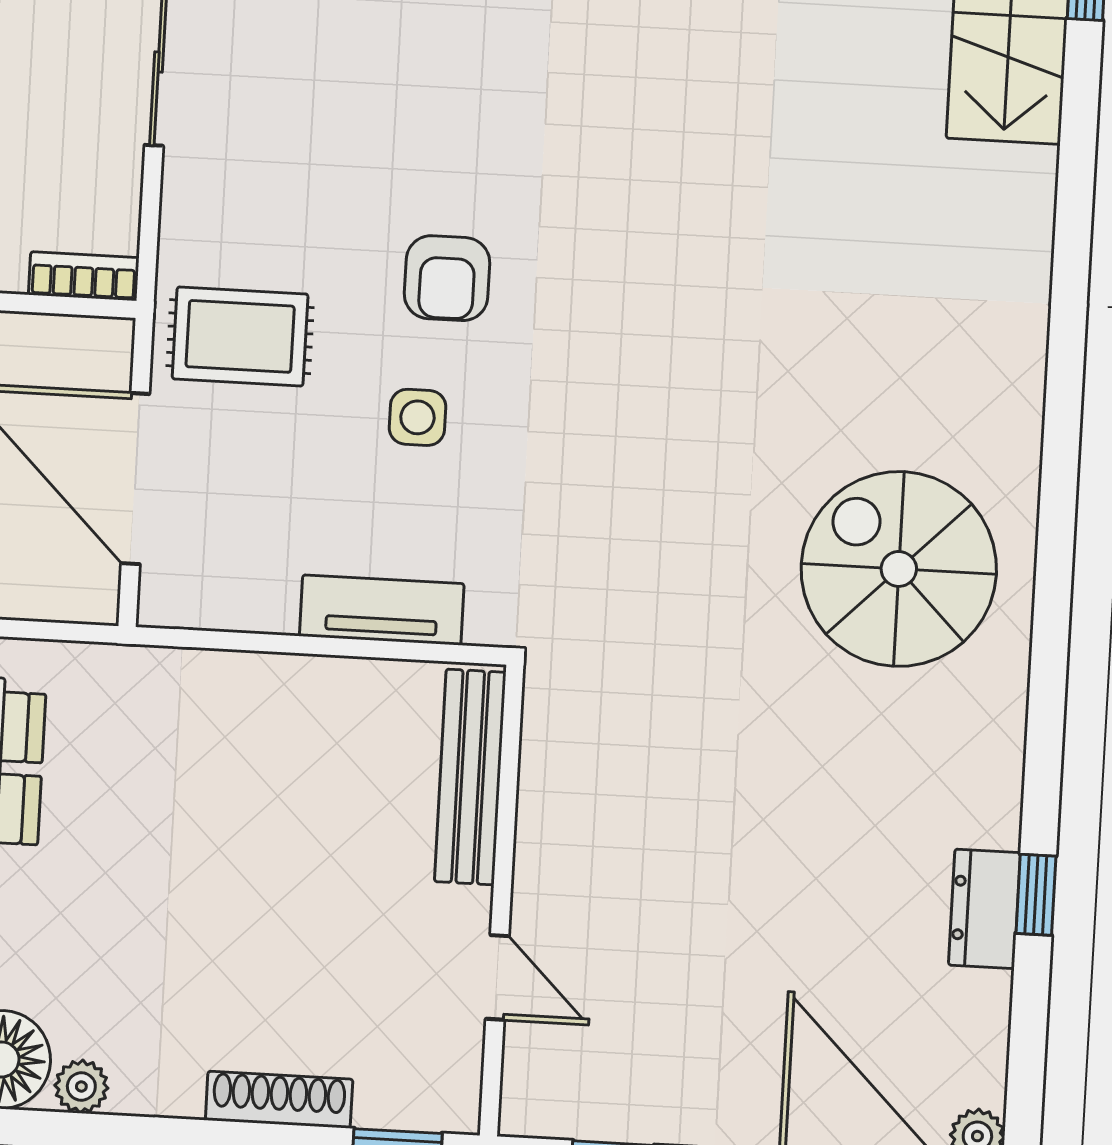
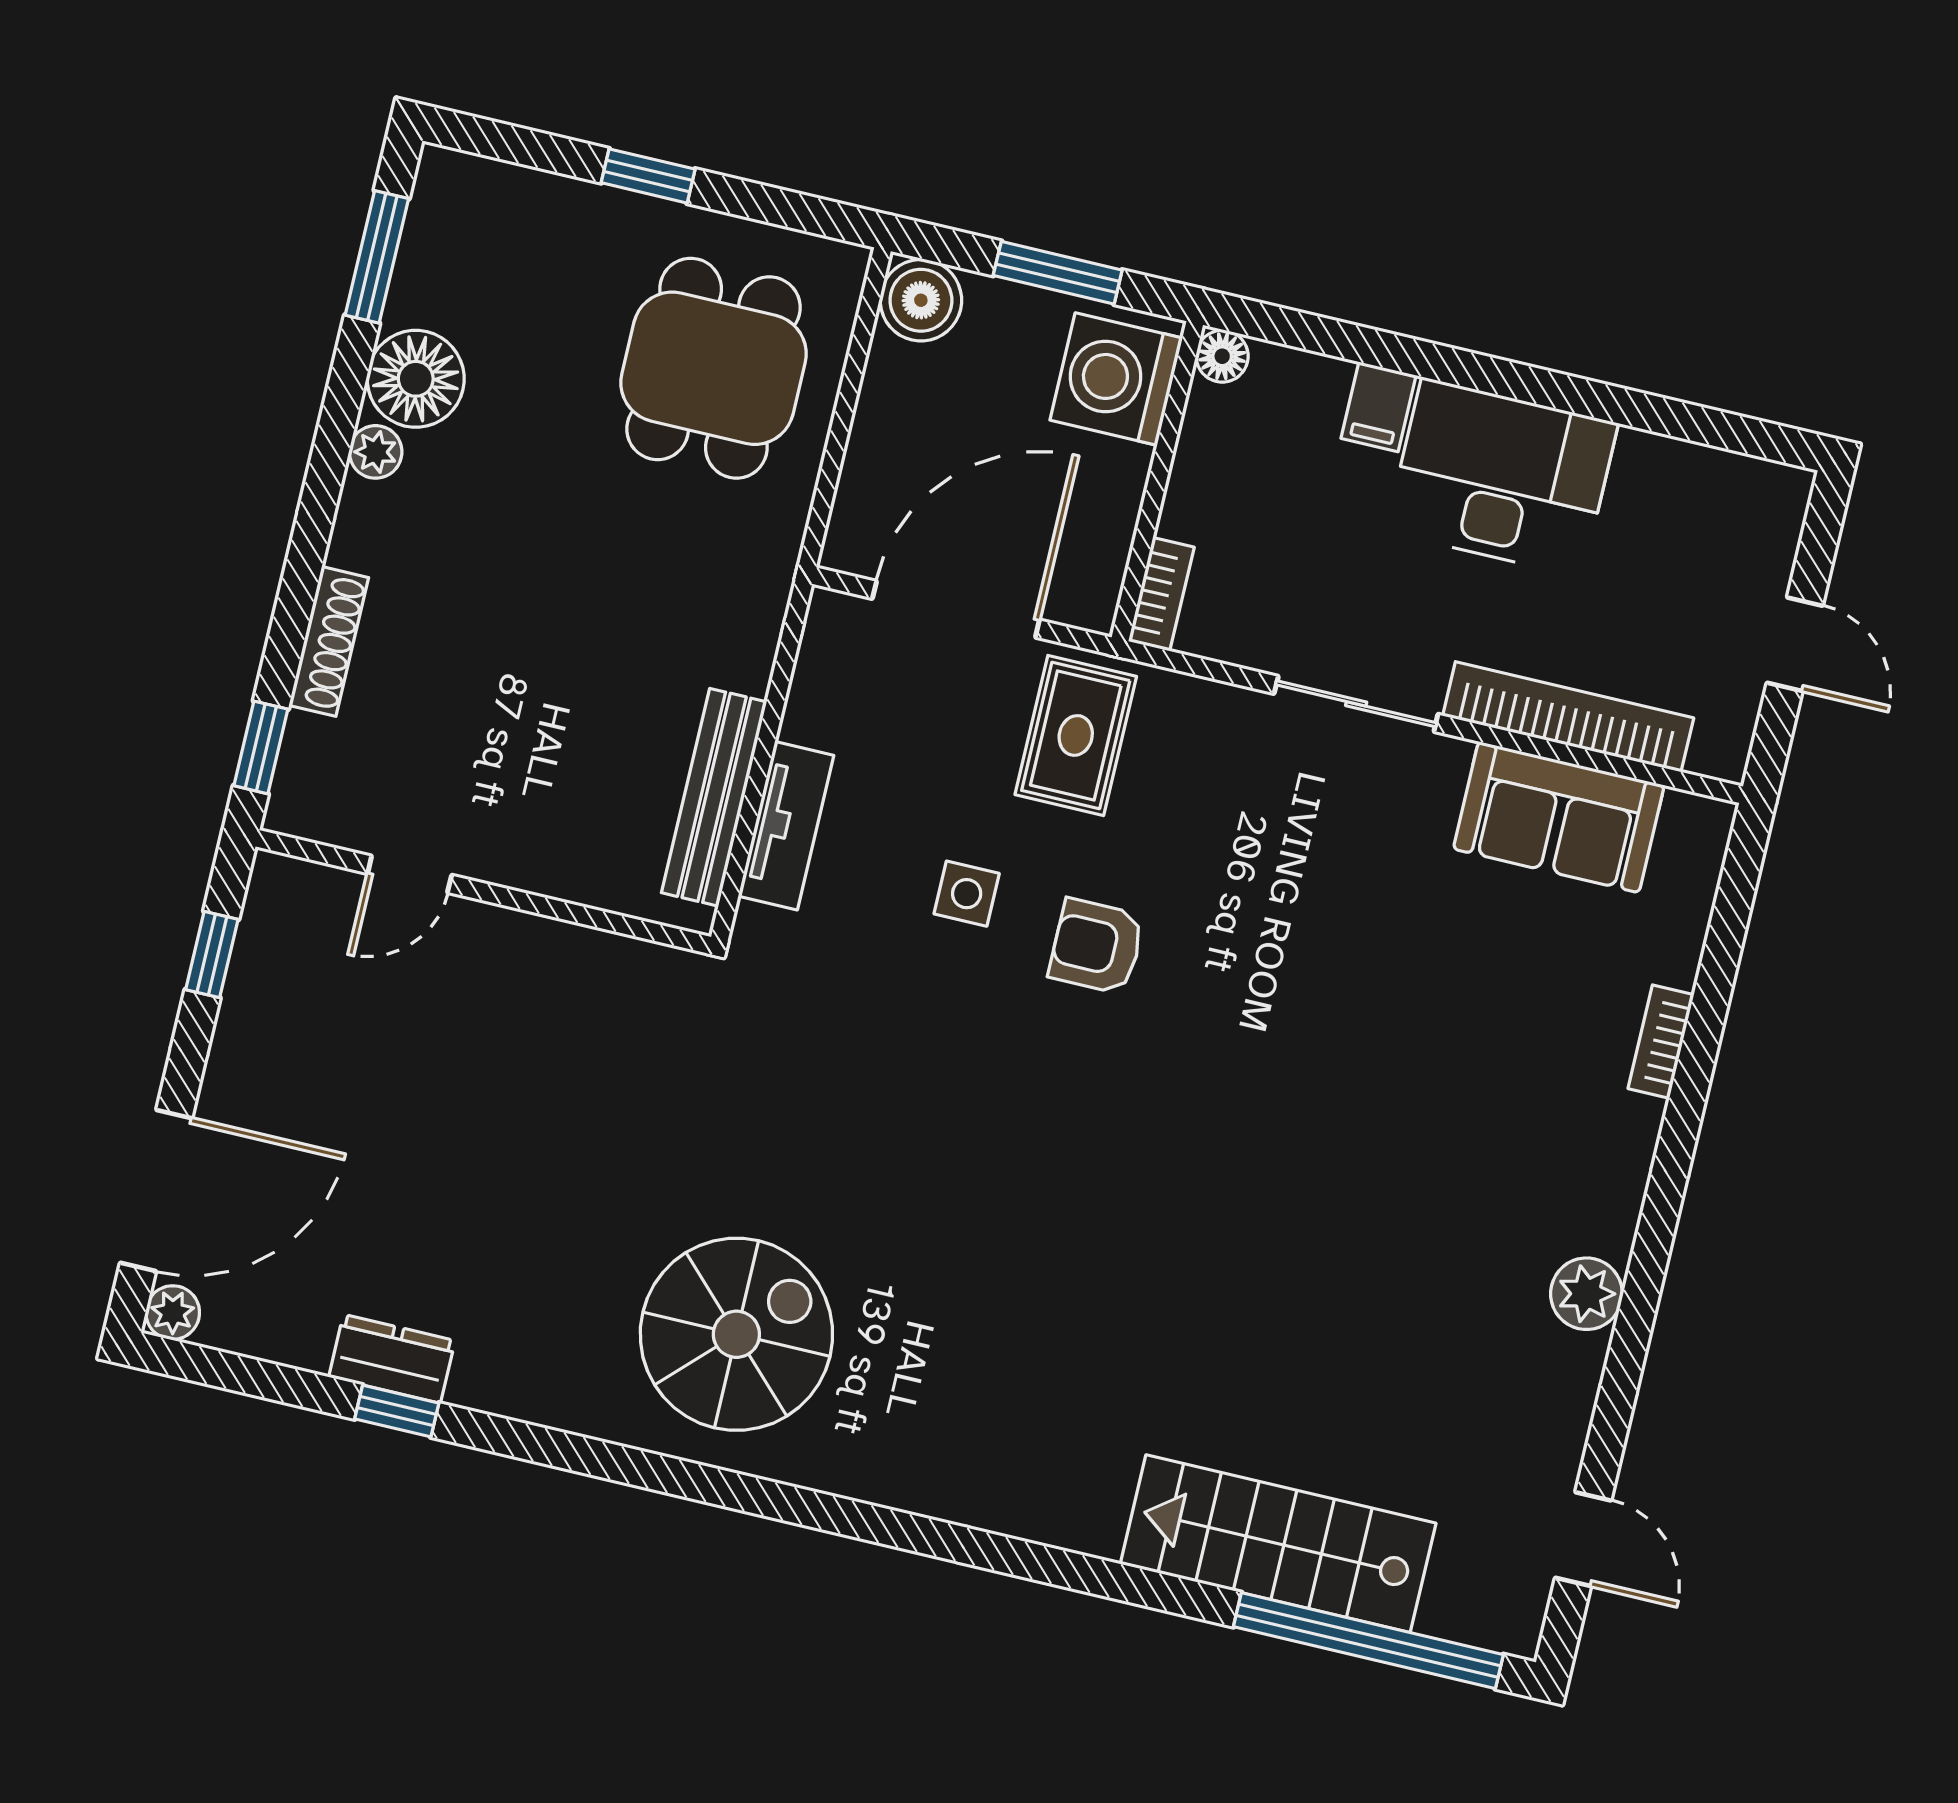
bench: (470, 777) -> (714, 797), moved, turned 90

